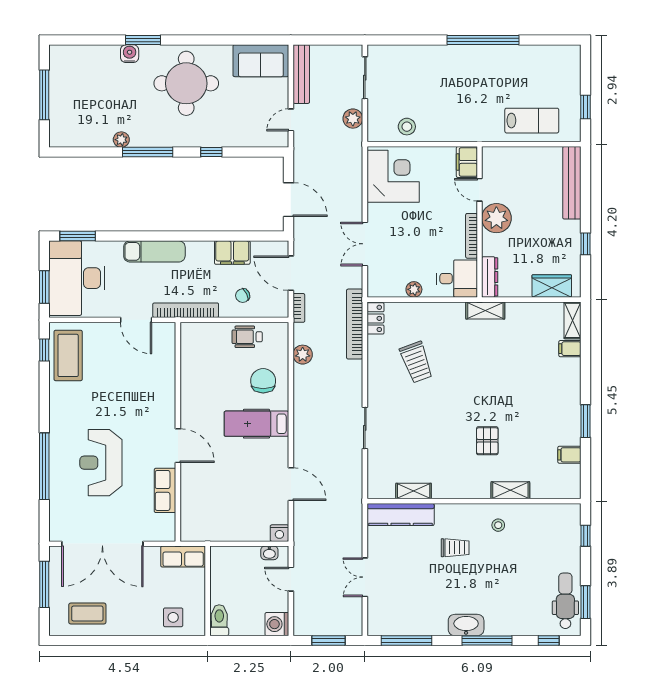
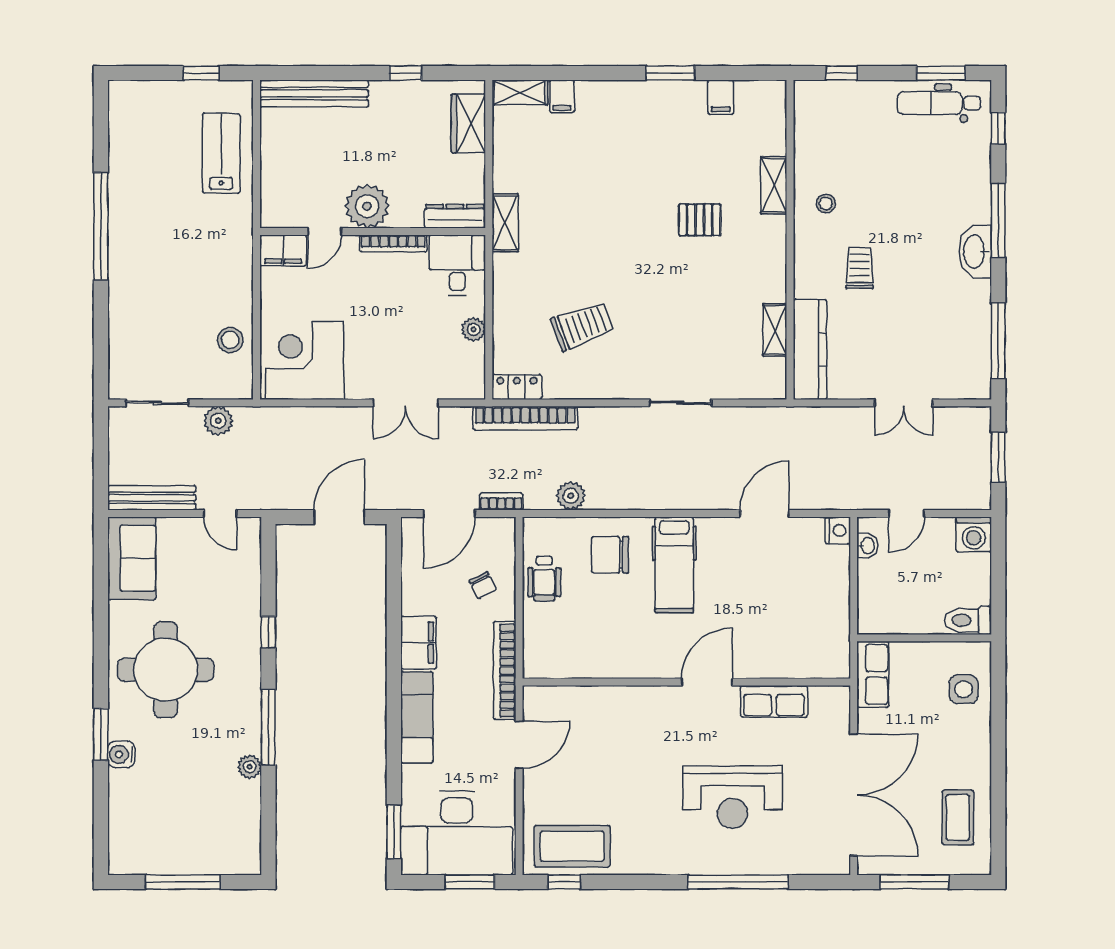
filing cabinet: (232, 253) -> (418, 643), moved

